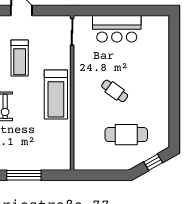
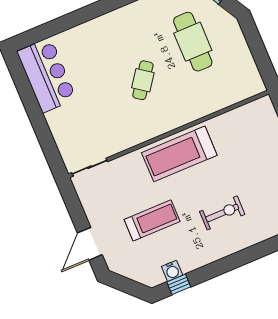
bar counter: (117, 29) -> (47, 75), moved
treadmill: (56, 94) -> (179, 154), turned 180

